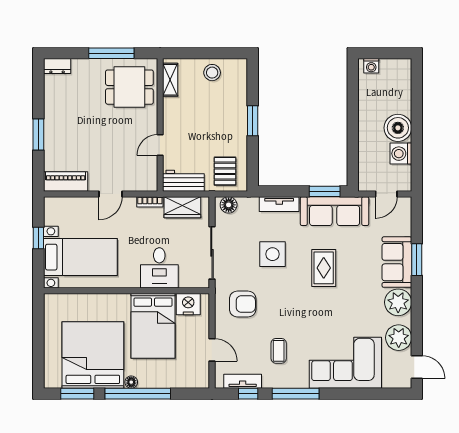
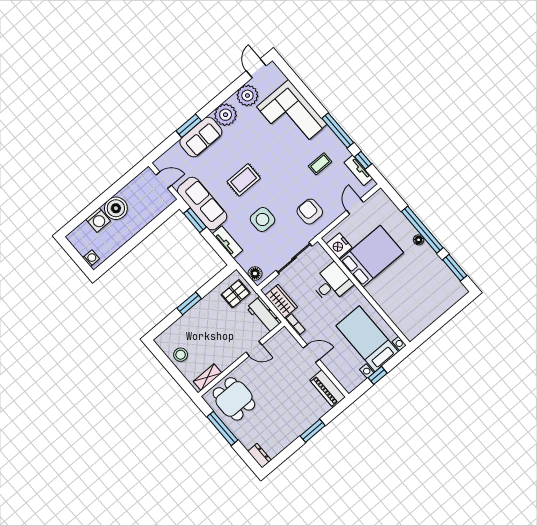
washing machine: (401, 154) -> (98, 220), moved
bed: (93, 355) -> (422, 279), removed

